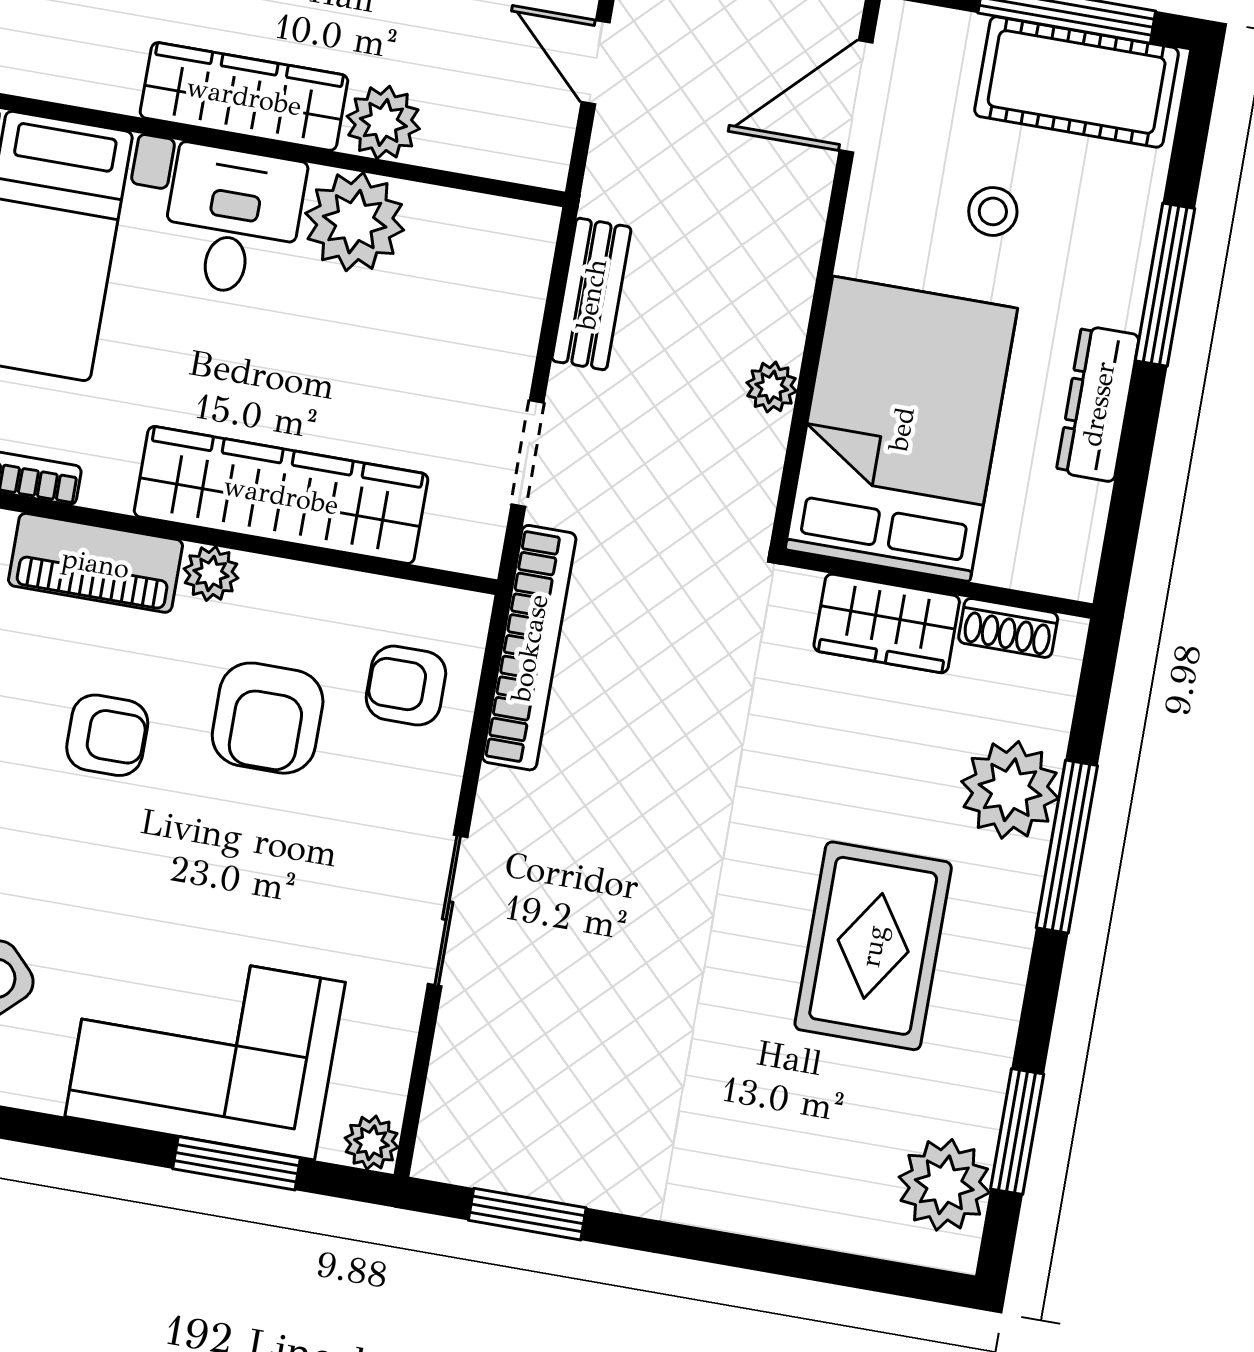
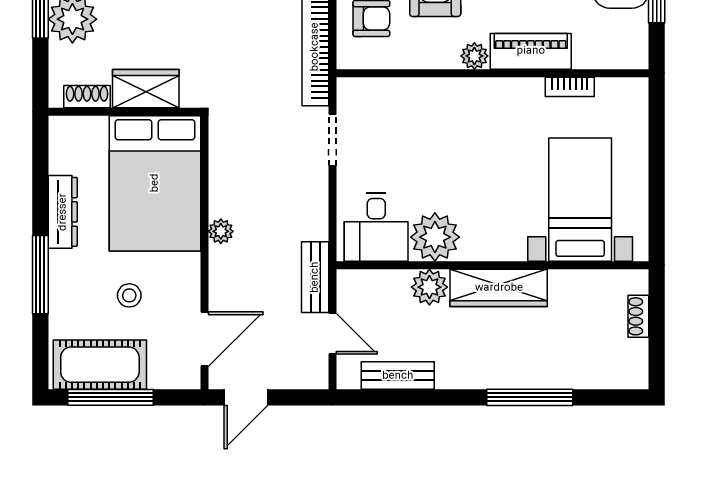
desk: (233, 221) -> (376, 227), moved
bench: (591, 294) -> (315, 277), moved
plant: (772, 387) -> (221, 231), moved
wardrobe: (281, 495) -> (447, 100), removed

